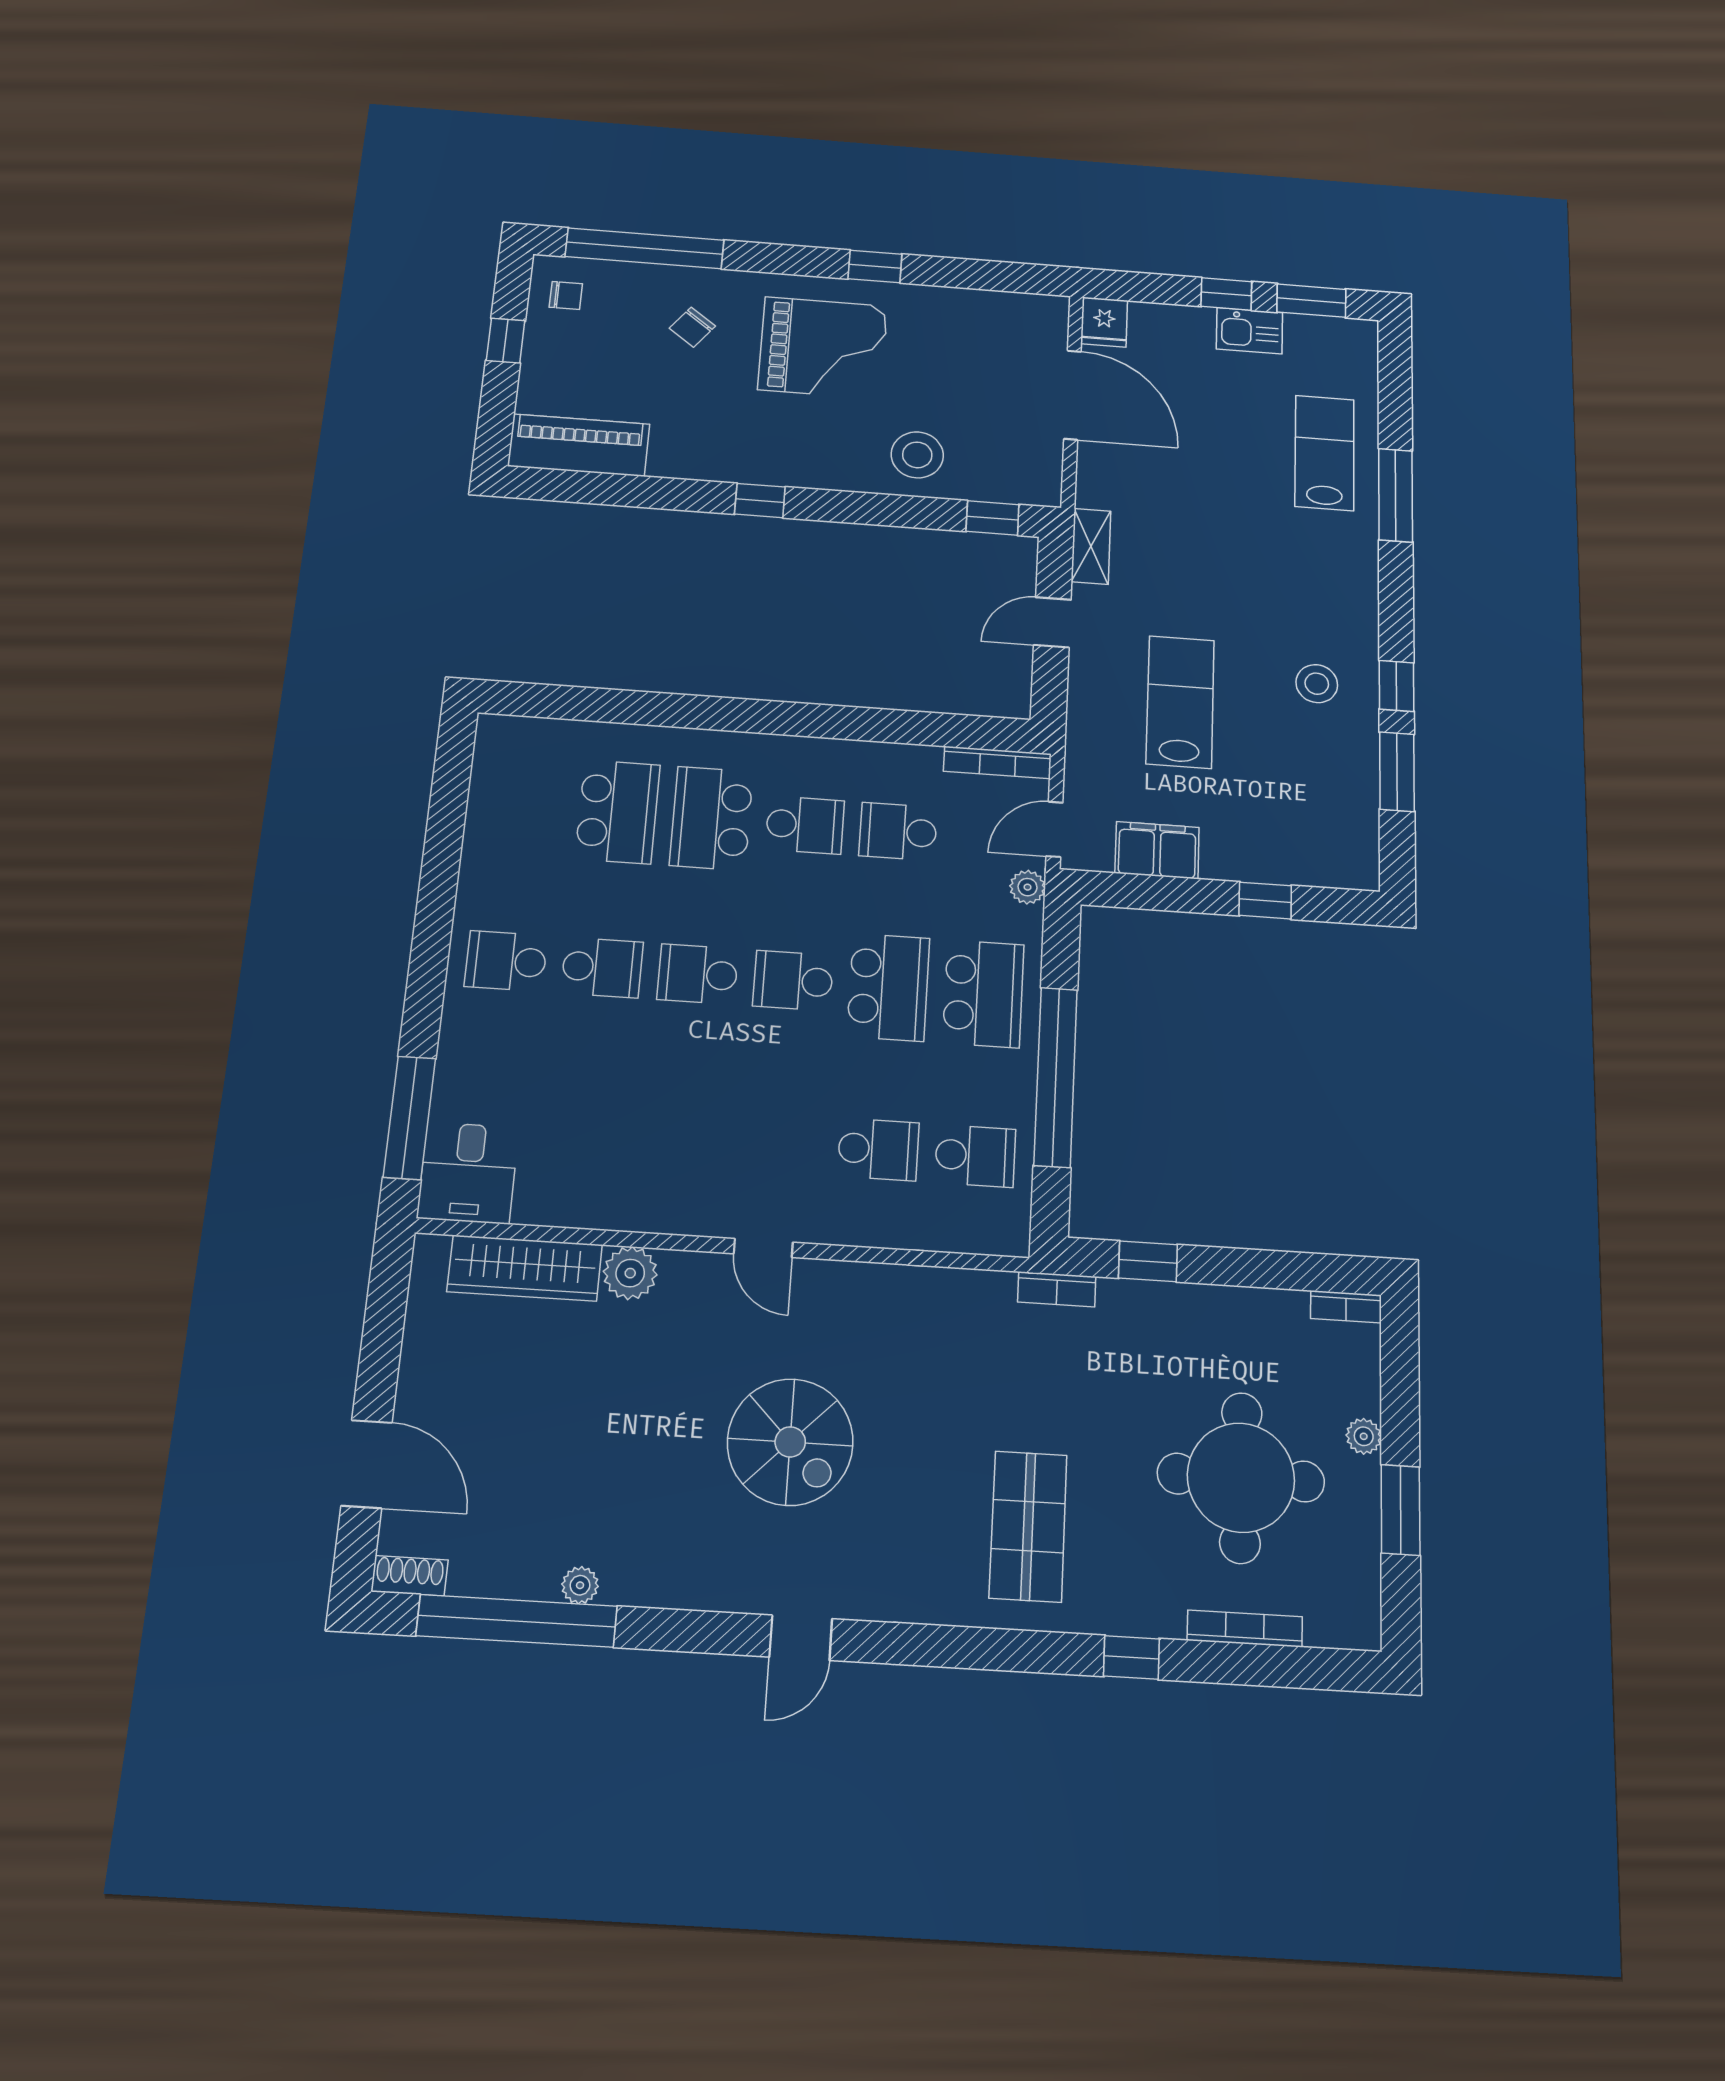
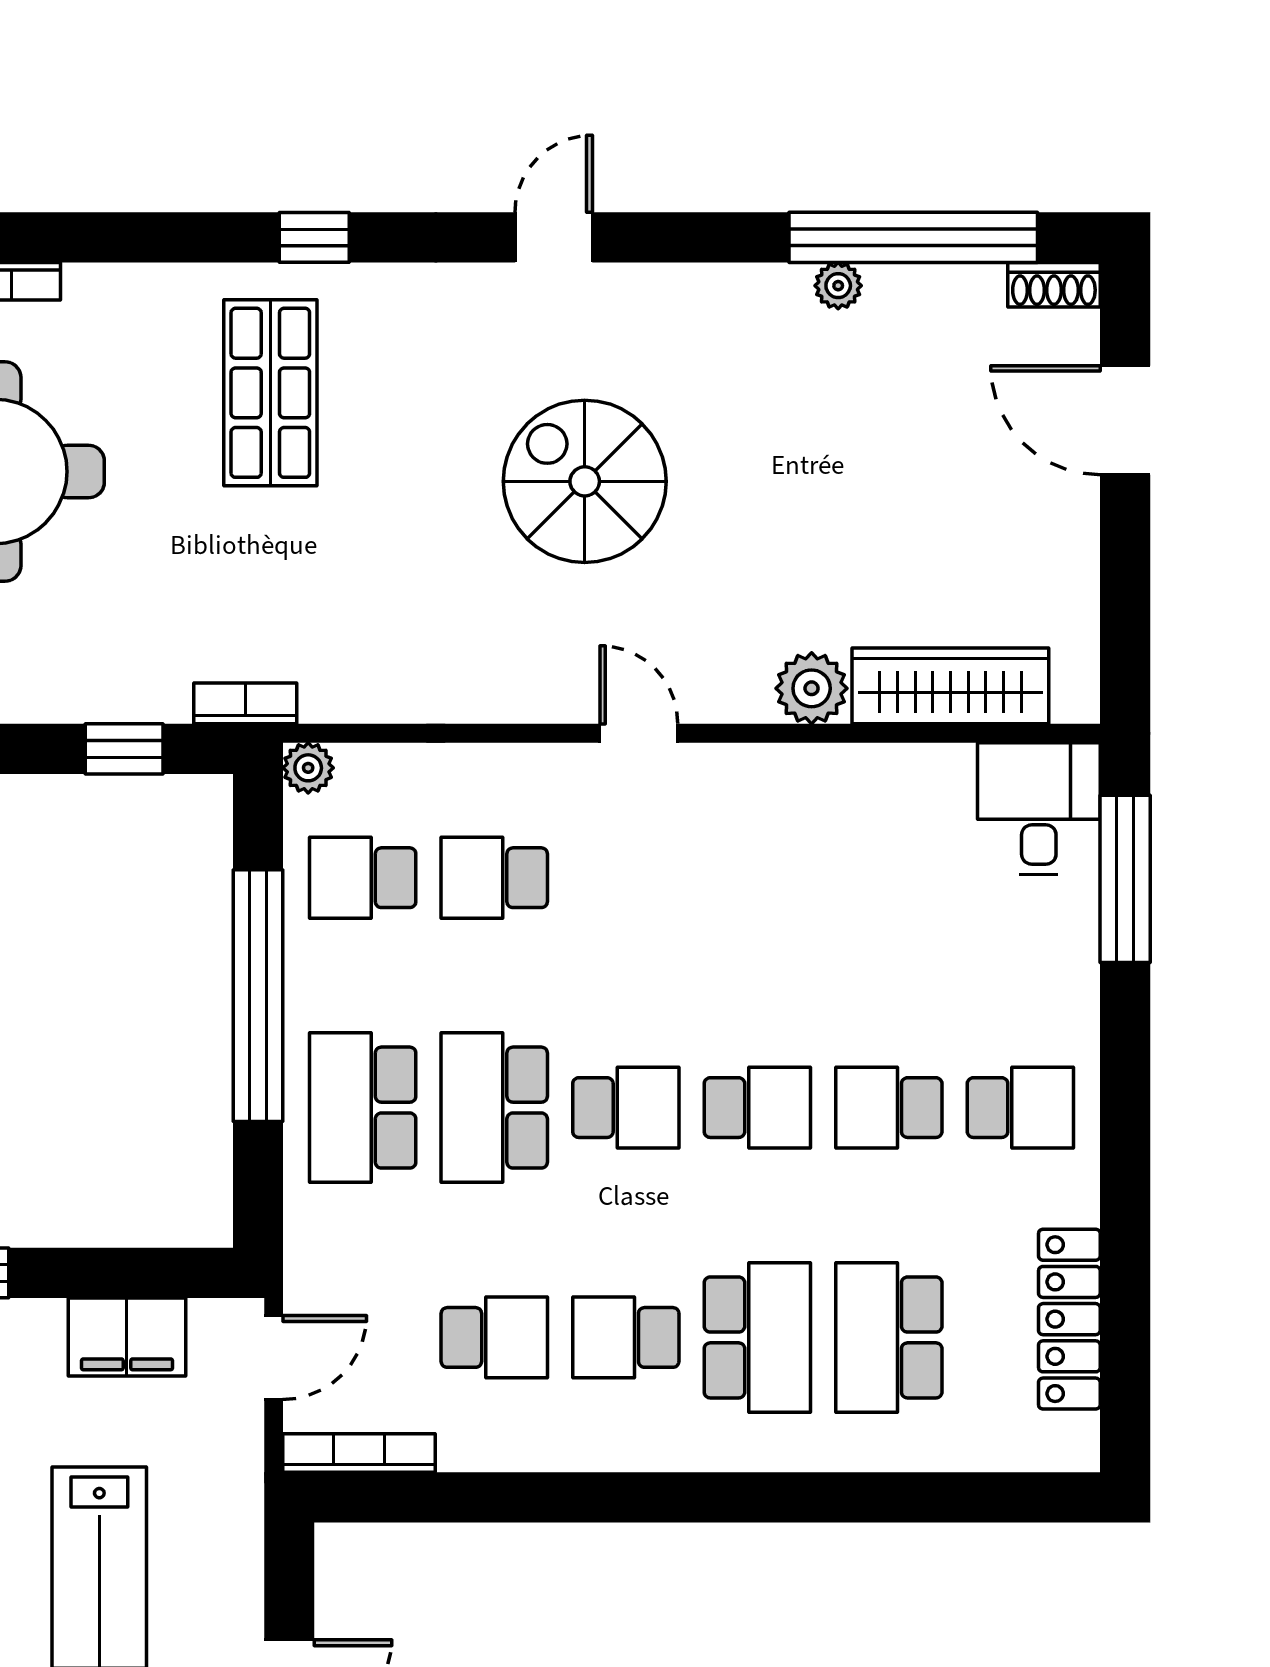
locker: (487, 815) -> (1069, 1319), added
plant: (1028, 887) -> (308, 768), moved
window: (1132, 1657) -> (314, 237), moved

